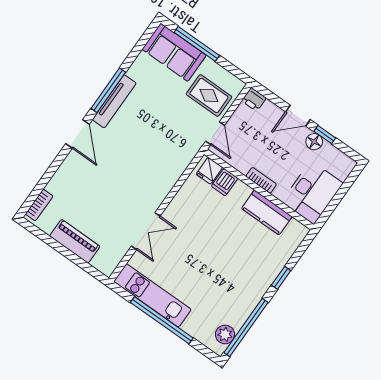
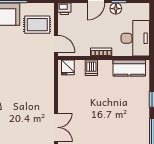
dishwasher: (225, 182) -> (91, 68), moved
kitchen counter: (267, 213) -> (129, 68), moved

